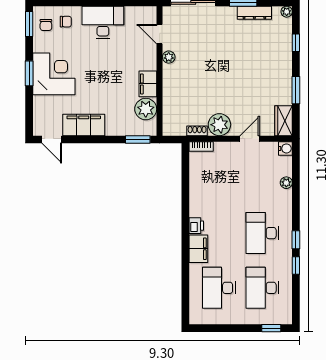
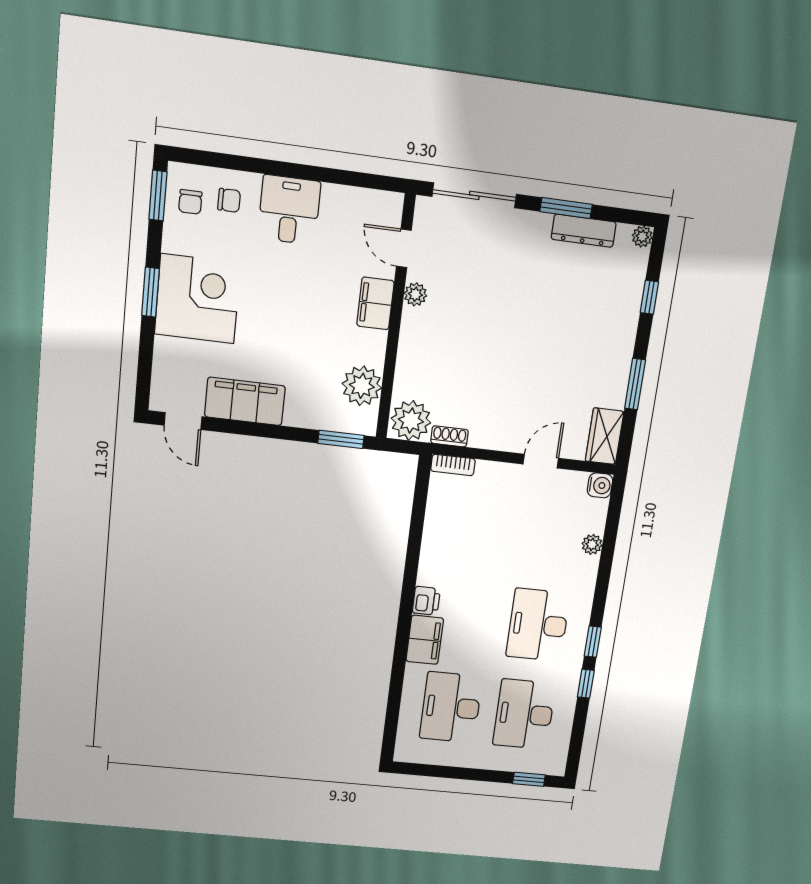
desk: (103, 22) -> (289, 210), width x0.73
filing cabinet: (148, 84) -> (375, 303), moved
plant: (219, 125) -> (411, 420), moved

